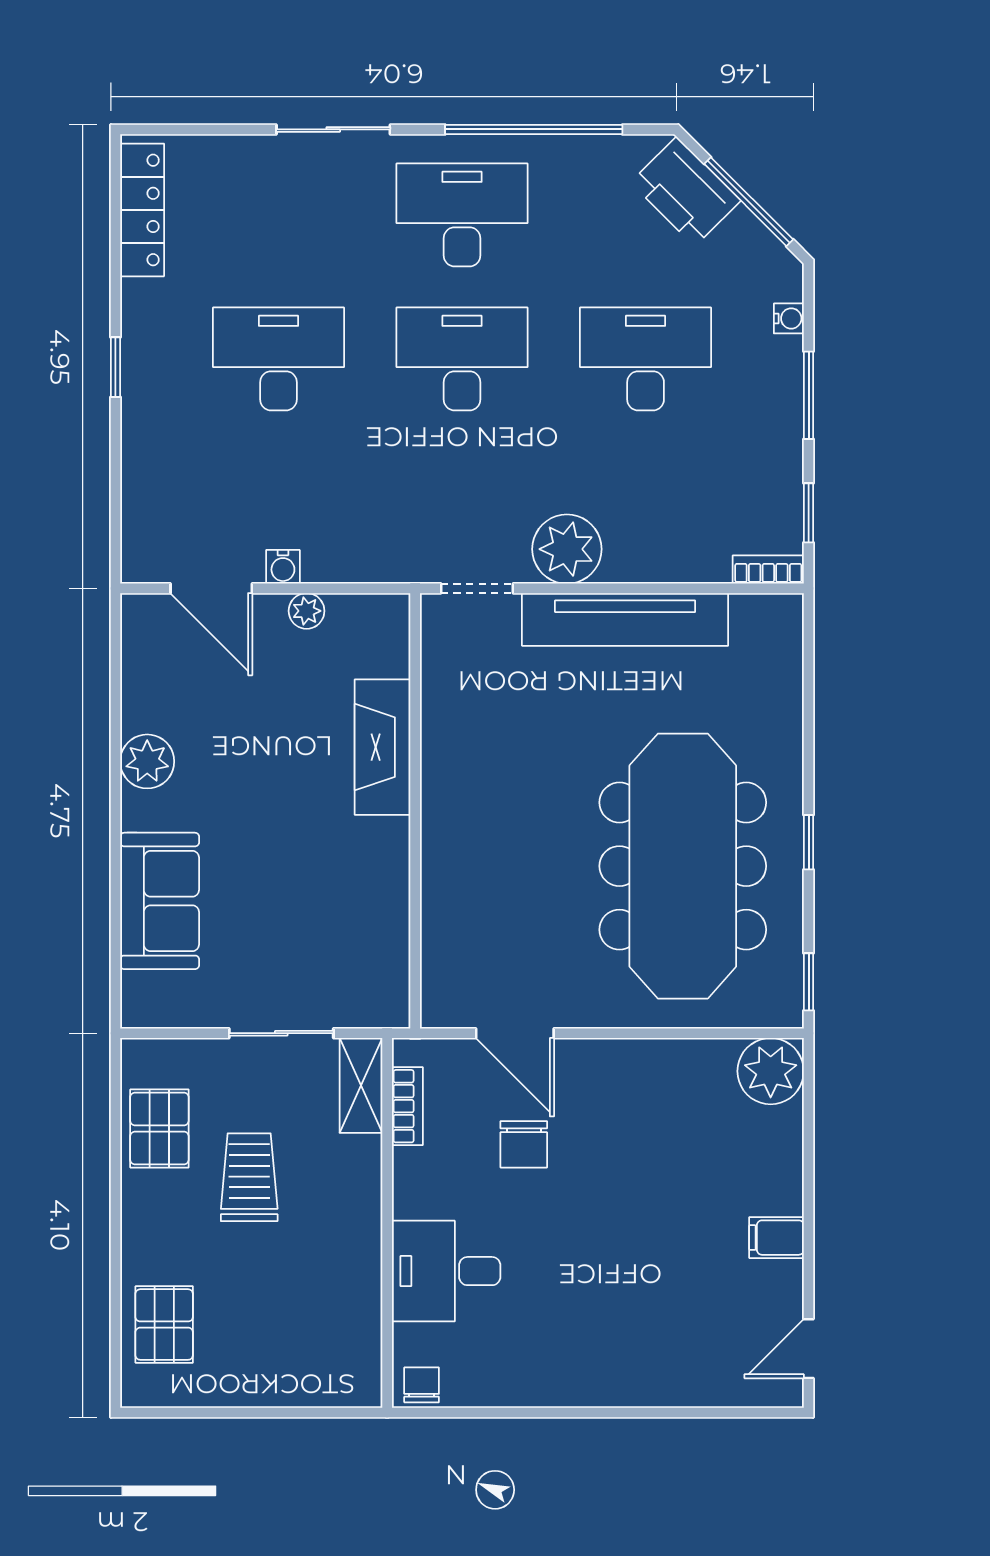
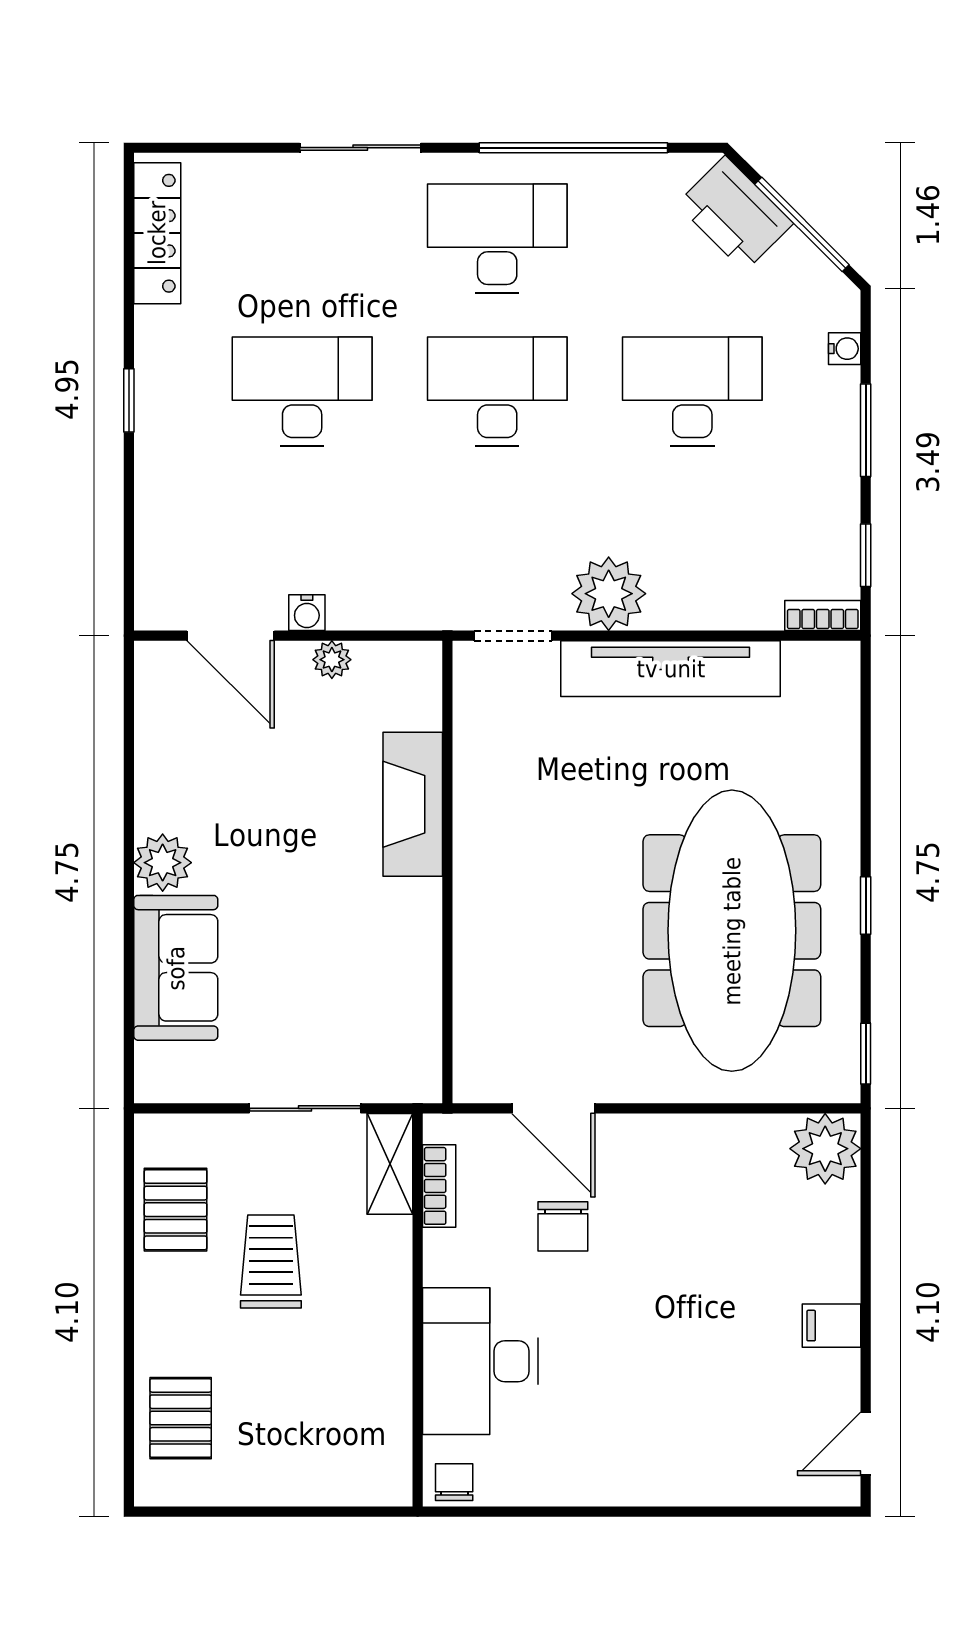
plant: (147, 761) -> (163, 863), moved
desk: (446, 1271) -> (480, 1361), width x1.37

